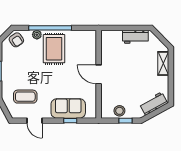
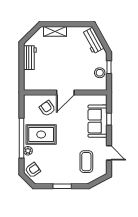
armchair: (82, 55) -> (47, 108), added
door: (35, 121) -> (109, 153), hinge flipped

